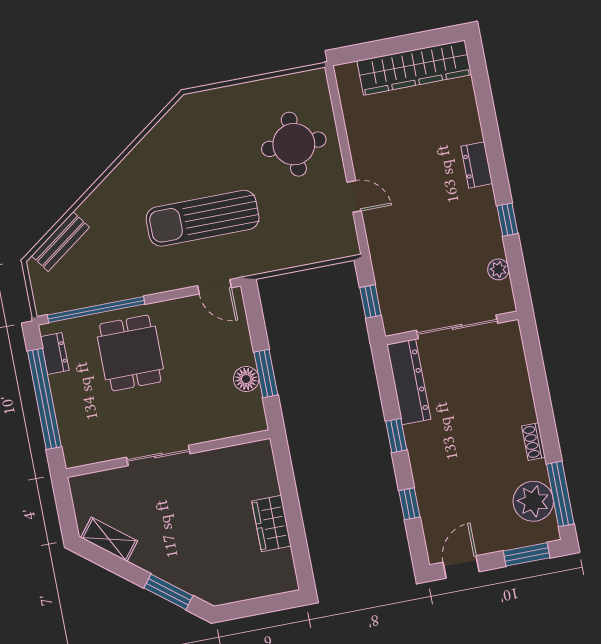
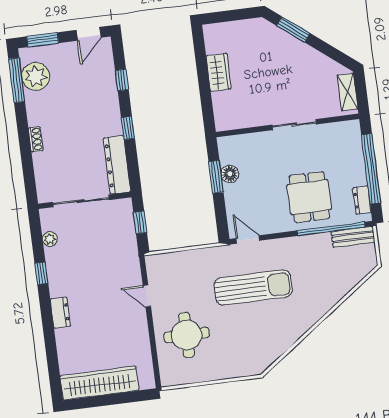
bench: (60, 242) -> (353, 237), moved, turned 36
shoe rack: (533, 442) -> (36, 139), moved
shelving: (109, 539) -> (347, 92), moved, turned 52

